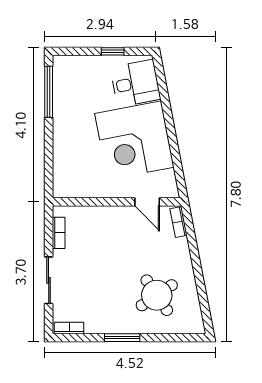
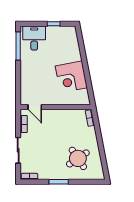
desk: (135, 83) -> (34, 38), moved, turned -79
corner desk: (134, 140) -> (71, 77), width x0.74, depth x0.74
door: (147, 202) -> (35, 107), moved

